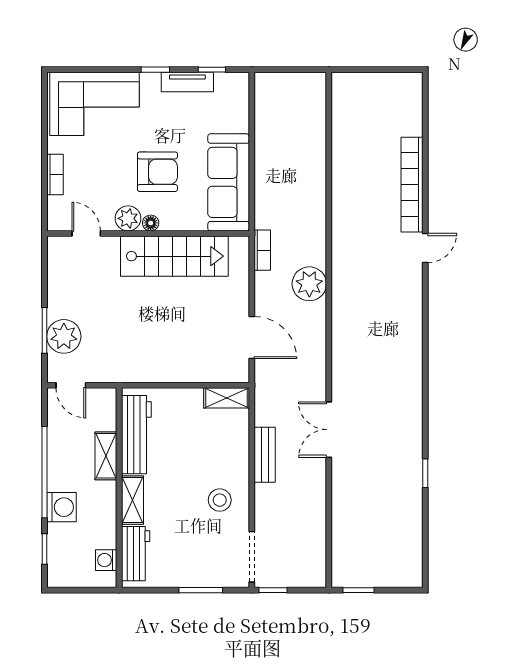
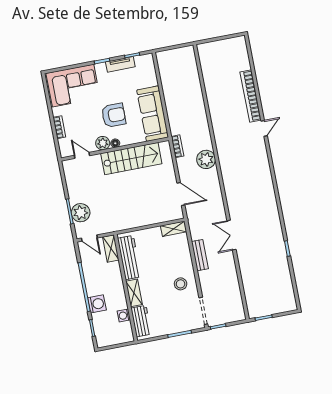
shelving: (106, 456) -> (111, 248), moved
washing machine: (106, 560) -> (124, 315), moved

